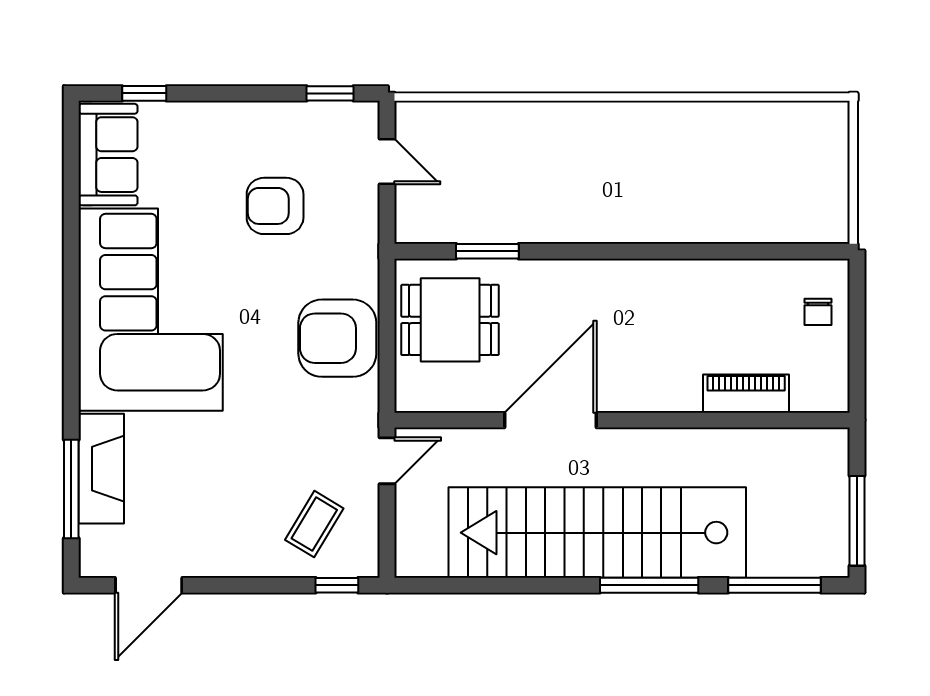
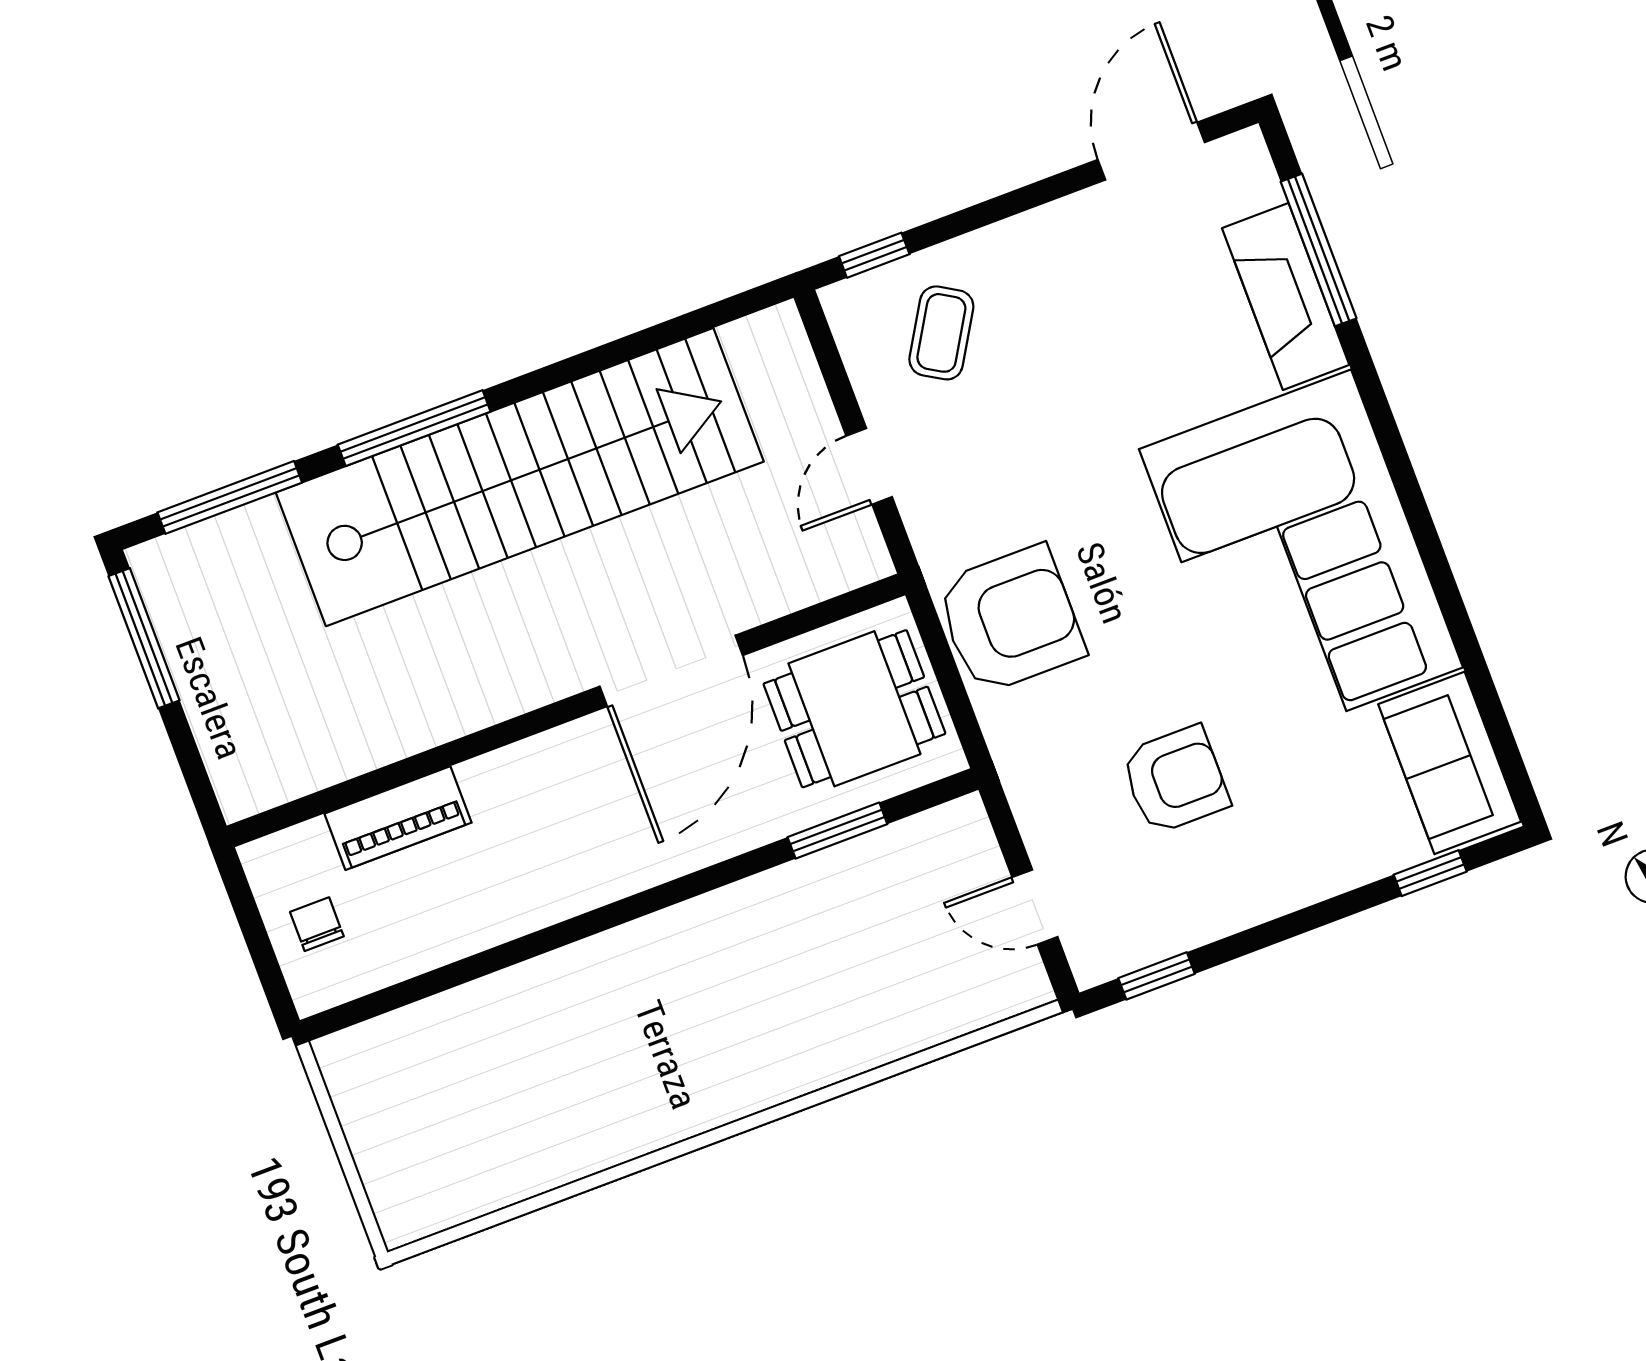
piano: (746, 394) -> (398, 818), moved
door: (551, 420) -> (671, 671), moved
wall: (622, 420) -> (566, 710), moved

